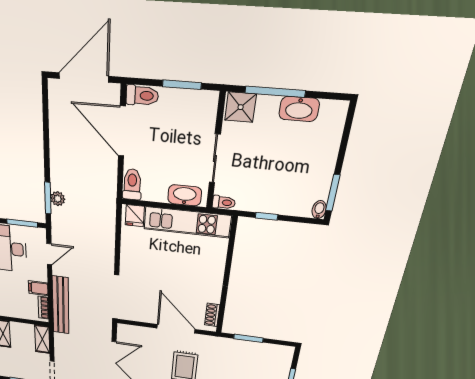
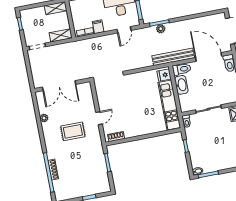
door: (122, 131) -> (209, 57), hinge flipped
washbasin: (185, 195) -> (181, 85), moved
door: (49, 254) -> (124, 30), hinge flipped
bench: (61, 305) -> (173, 57), moved
door: (176, 329) -> (99, 118), width x0.53

